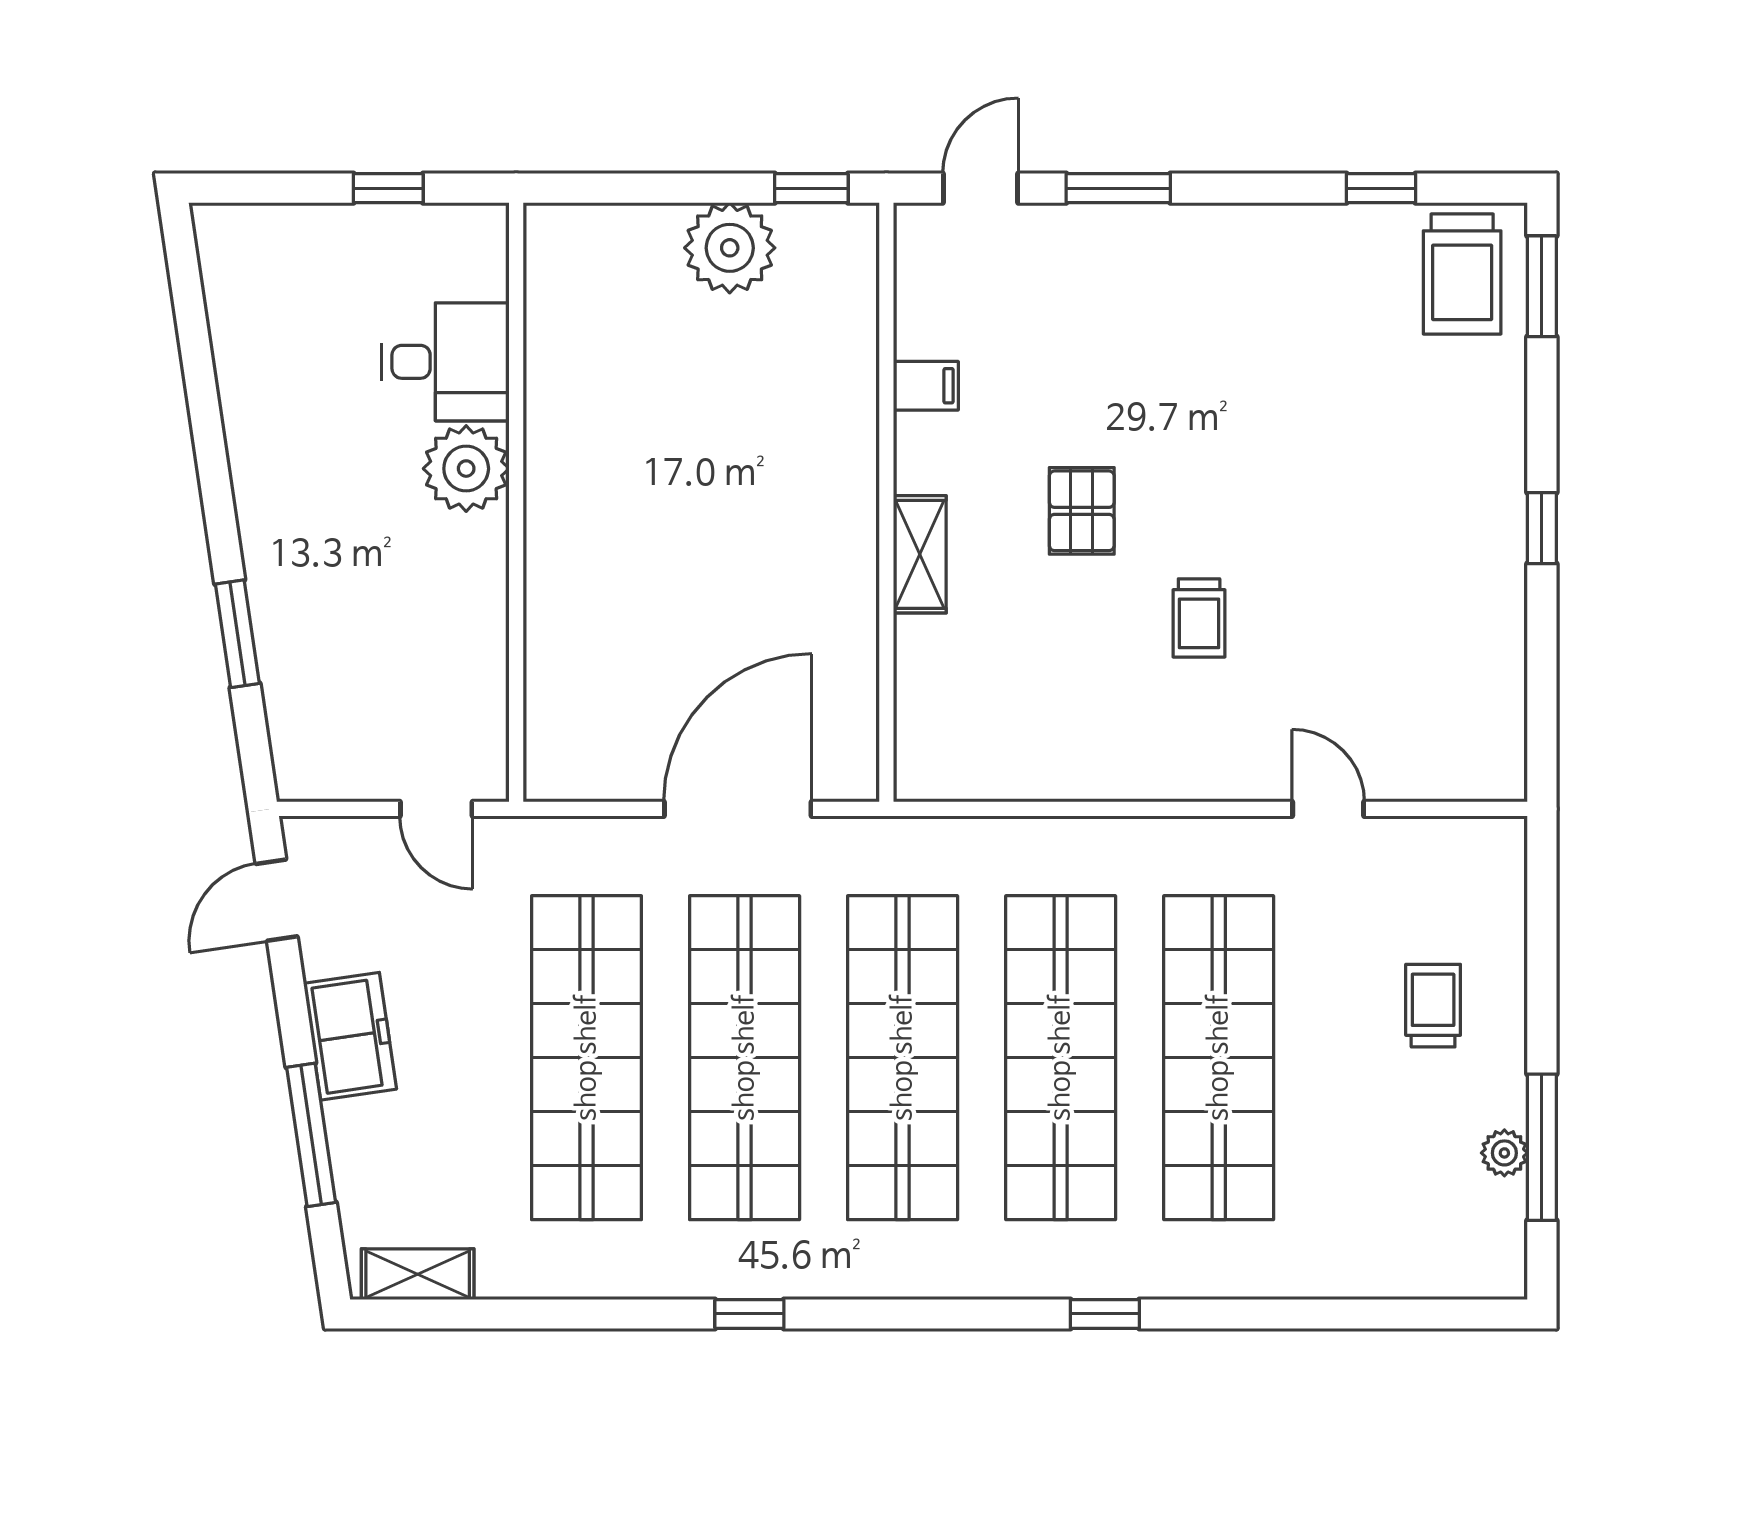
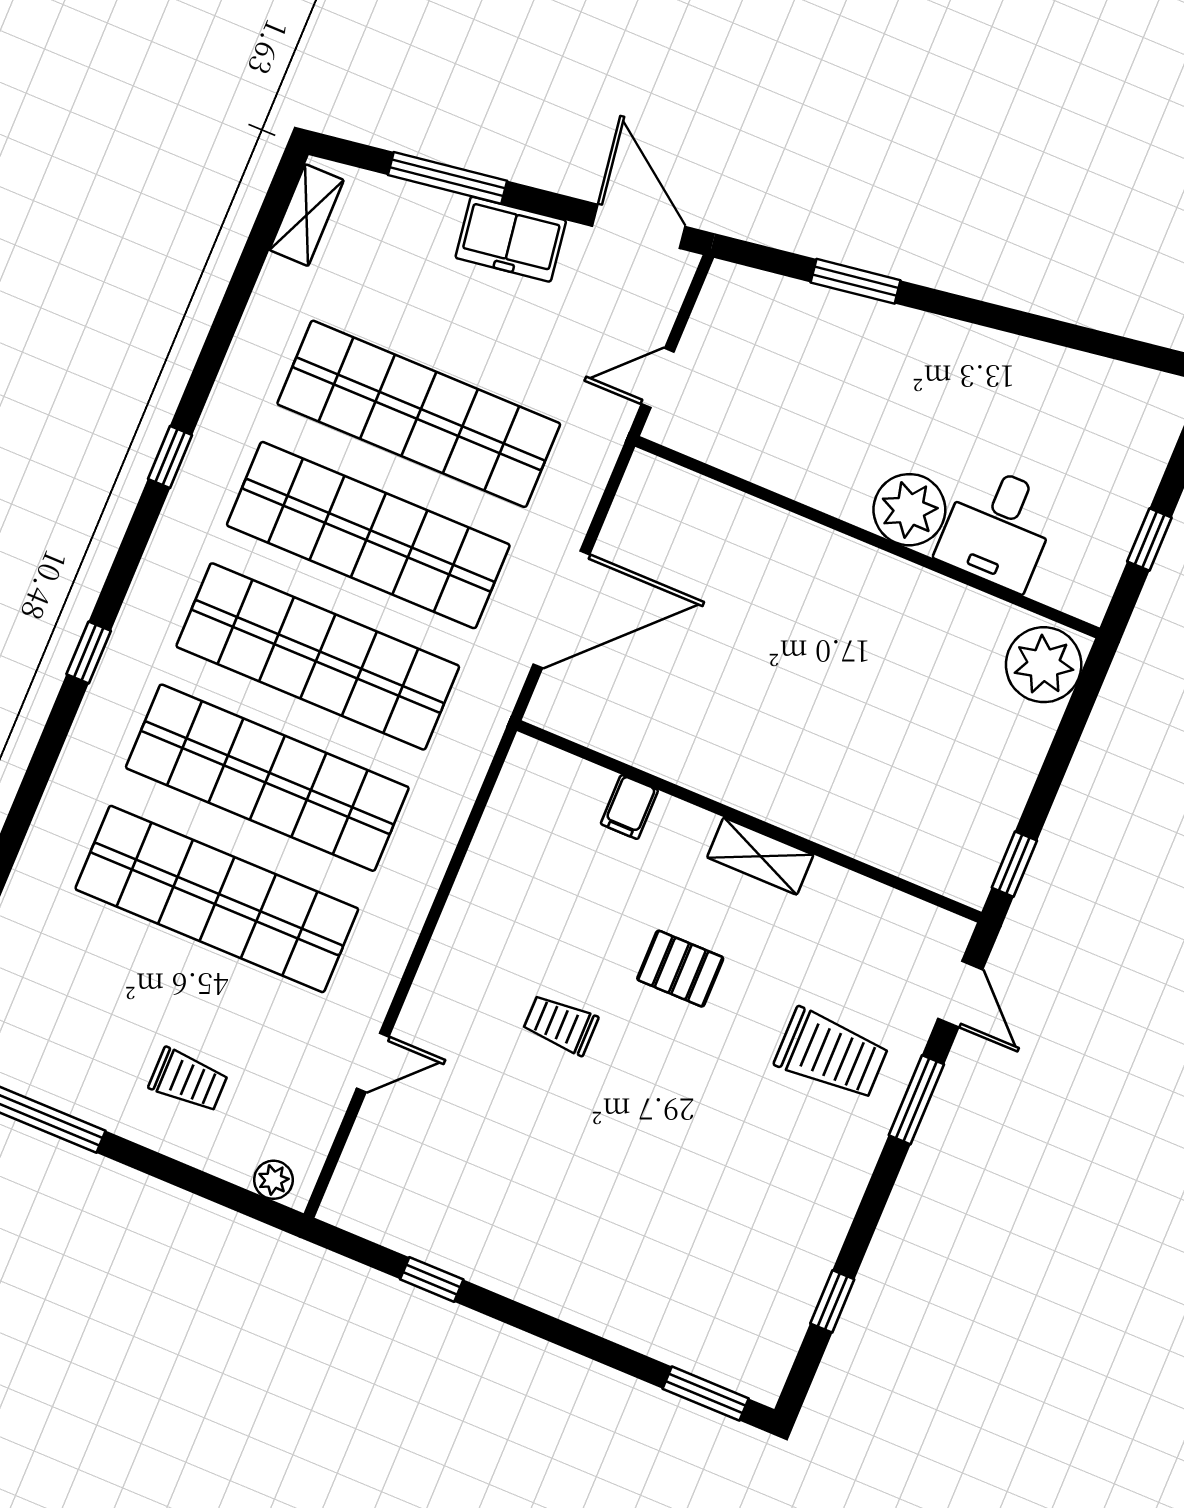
plant: (730, 248) -> (1044, 665), moved
trolley: (1462, 274) -> (831, 1054), moved, turned 180
filing cabinet: (926, 386) -> (629, 807), moved
window: (1542, 528) -> (432, 1279), moved
shelving: (920, 554) -> (760, 856), moved
door: (738, 809) -> (561, 609), hinge flipped
door: (277, 900) -> (639, 226), width x1.38
plant: (1504, 1153) -> (273, 1180), moved
window: (1105, 1314) -> (89, 652), moved

